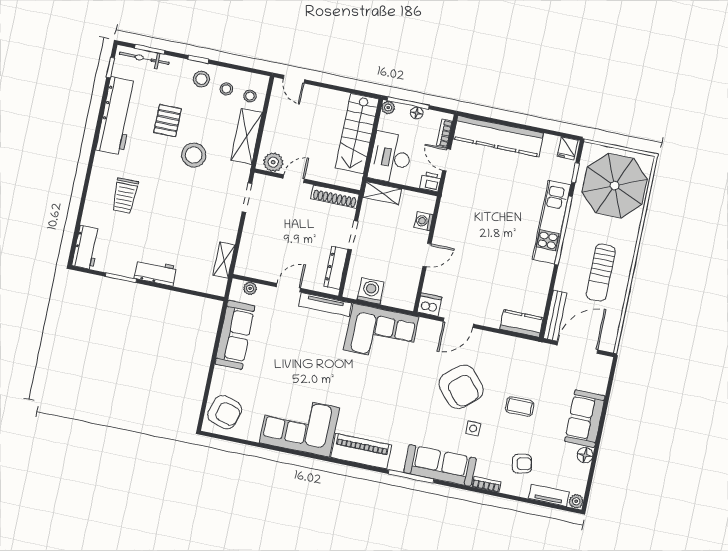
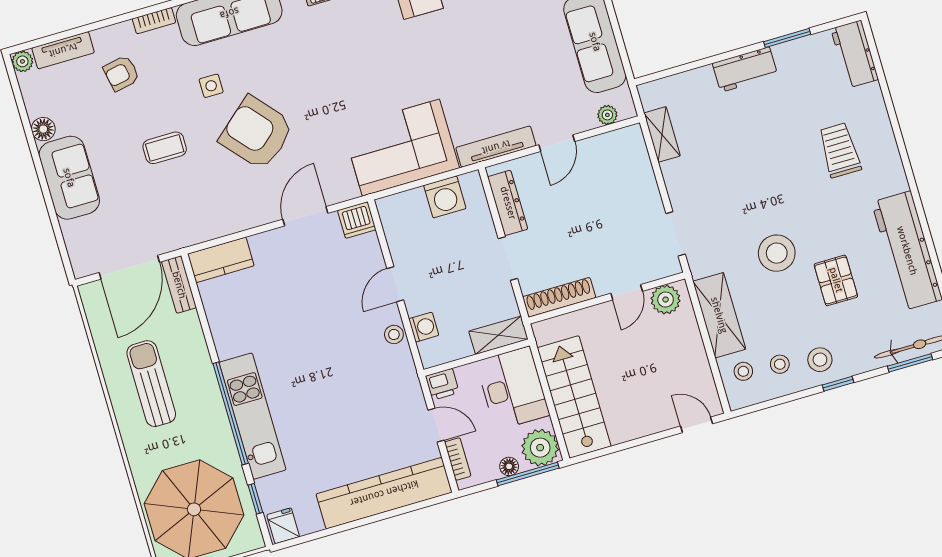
plant: (388, 108) -> (540, 448), width x1.88, depth x1.88
stool: (443, 226) -> (394, 334), added
bench: (555, 316) -> (179, 285), width x0.73

